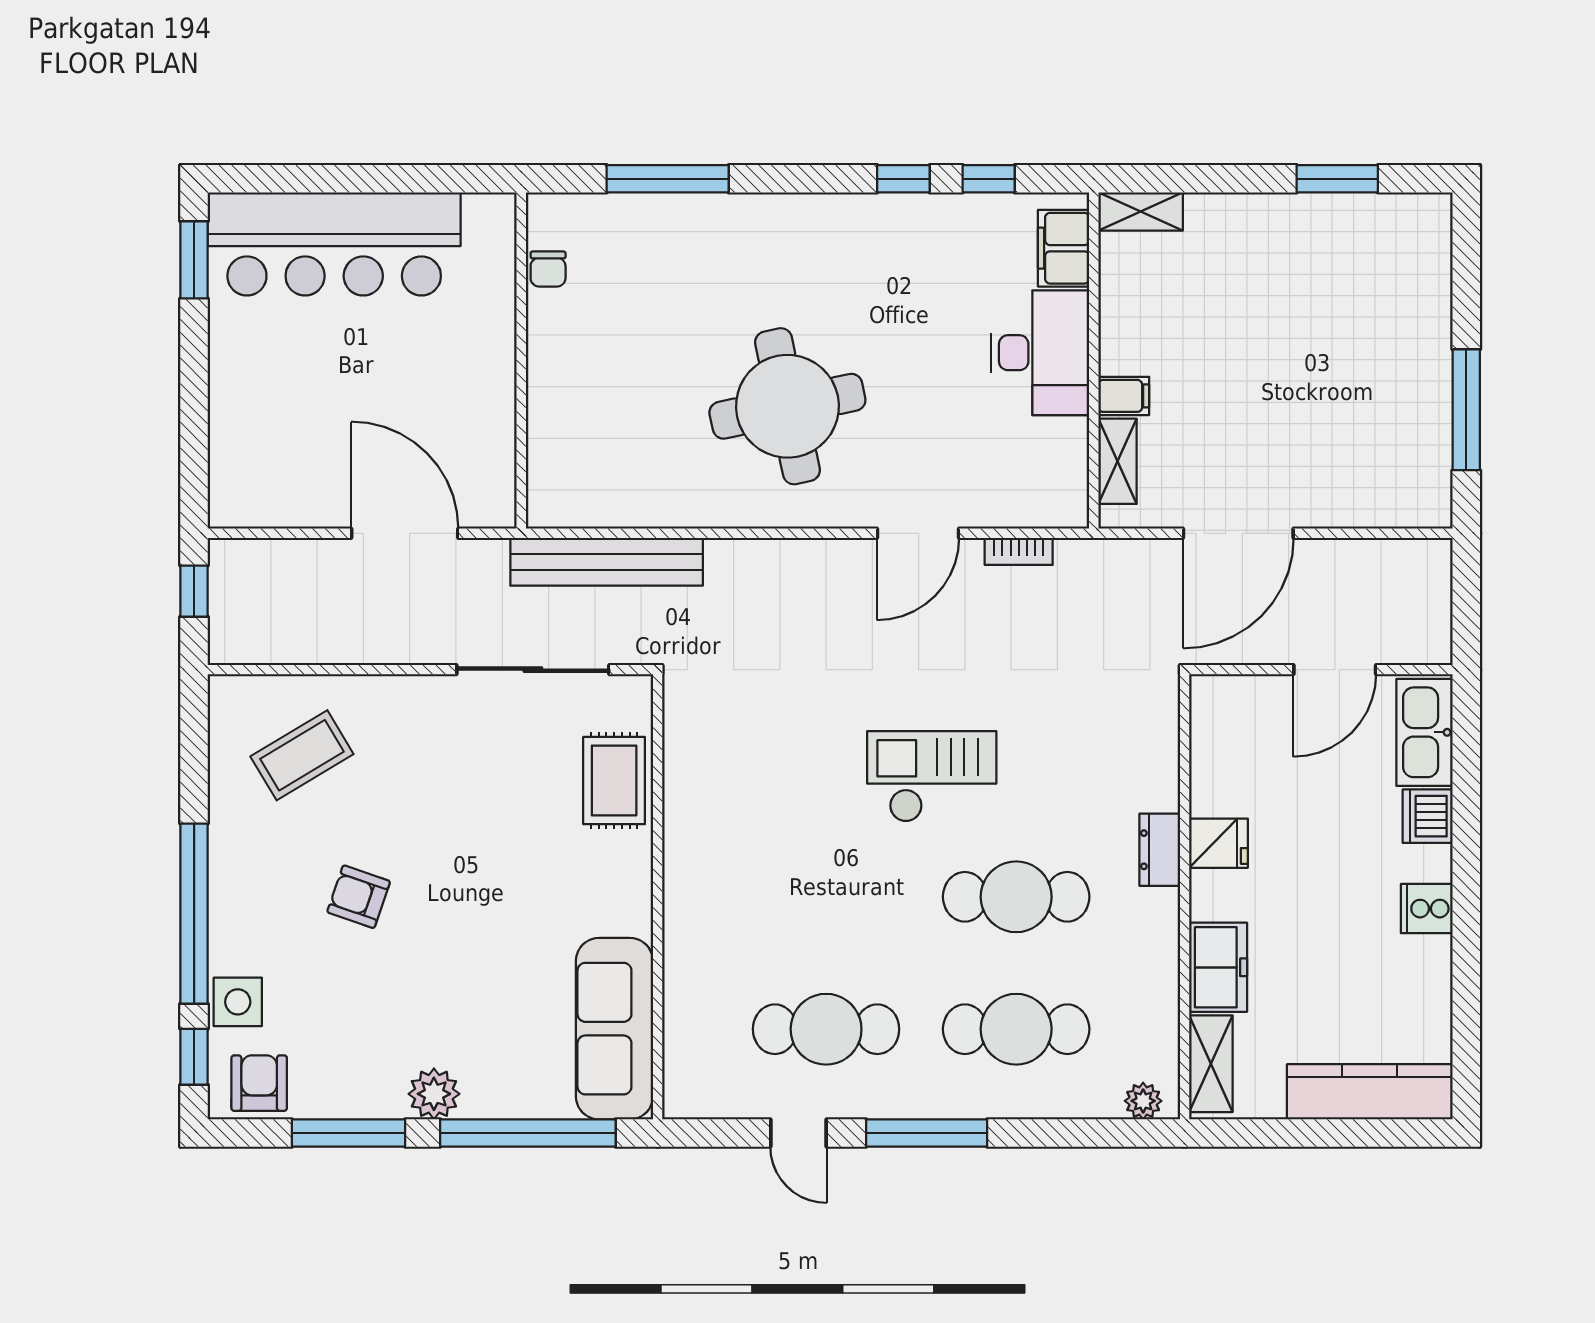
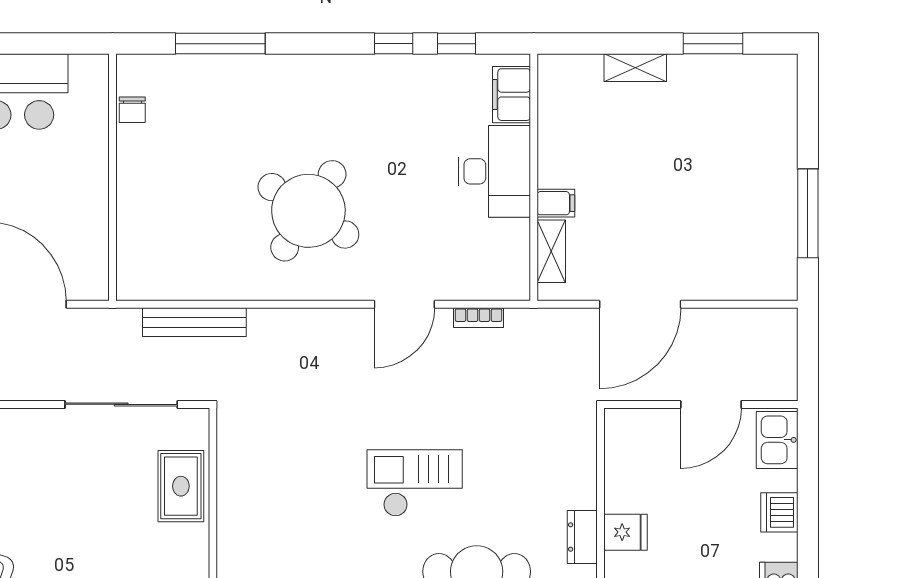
shelving: (1141, 212) -> (635, 68), moved
round table: (787, 406) -> (308, 211), turned 45
bench: (607, 562) -> (194, 322), width x0.73, depth x0.82
kitchen sink: (1425, 732) -> (777, 440), width x0.73

